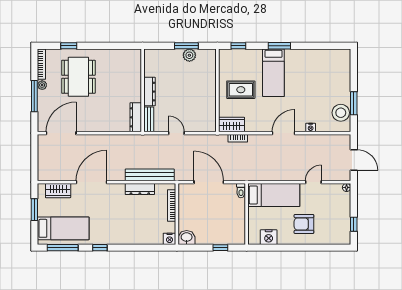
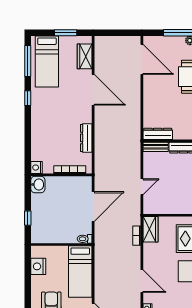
door: (176, 133) -> (142, 187), moved
bench: (150, 175) -> (100, 148), removed

